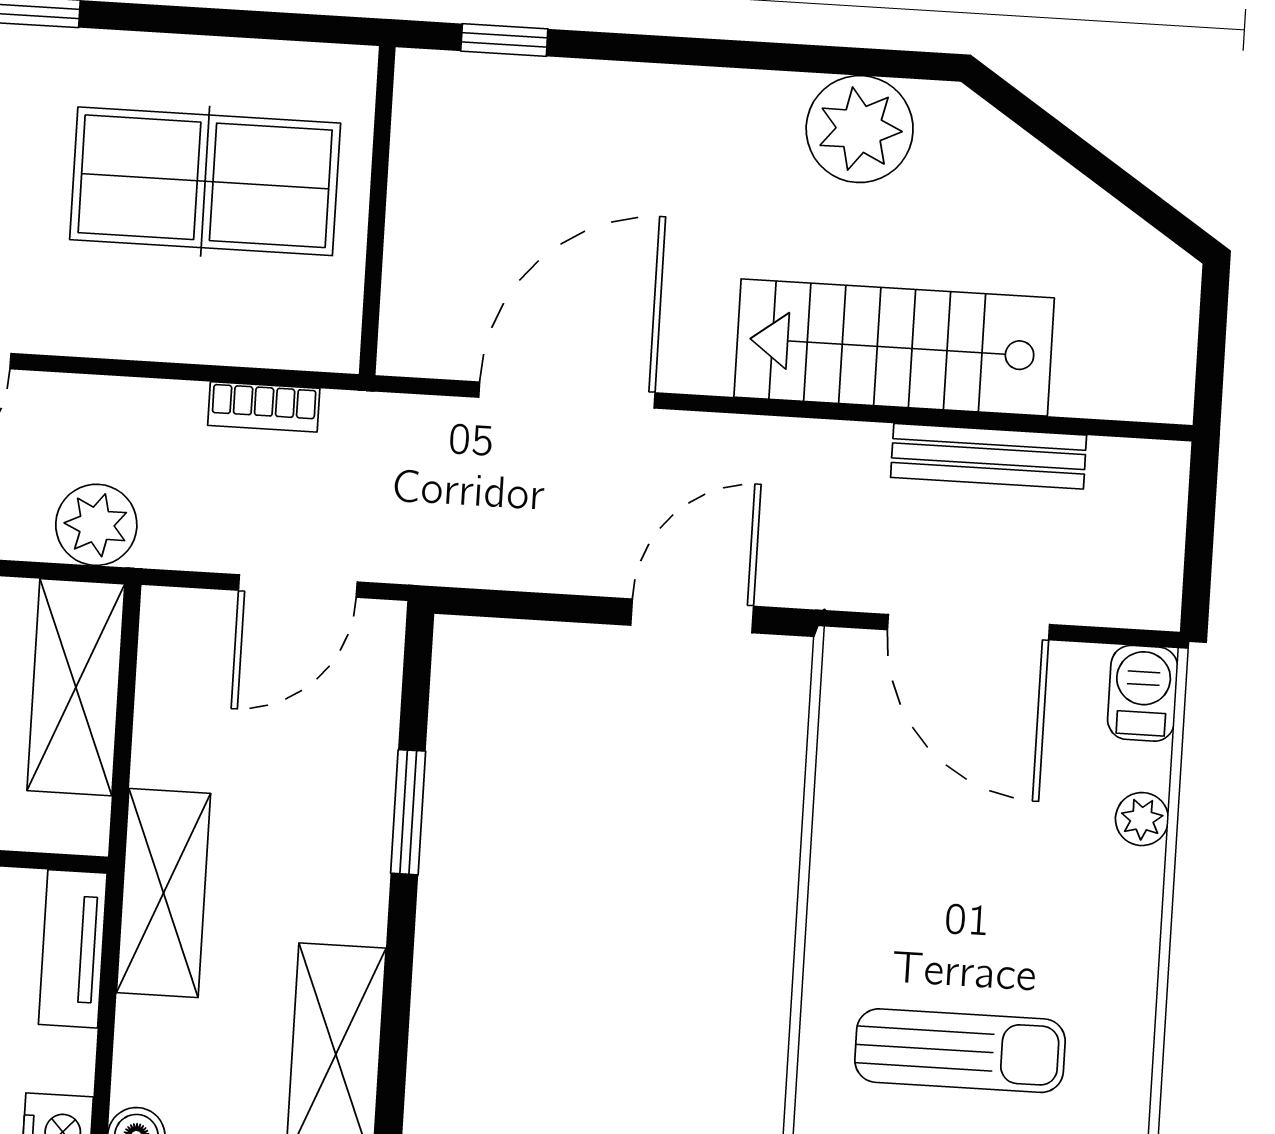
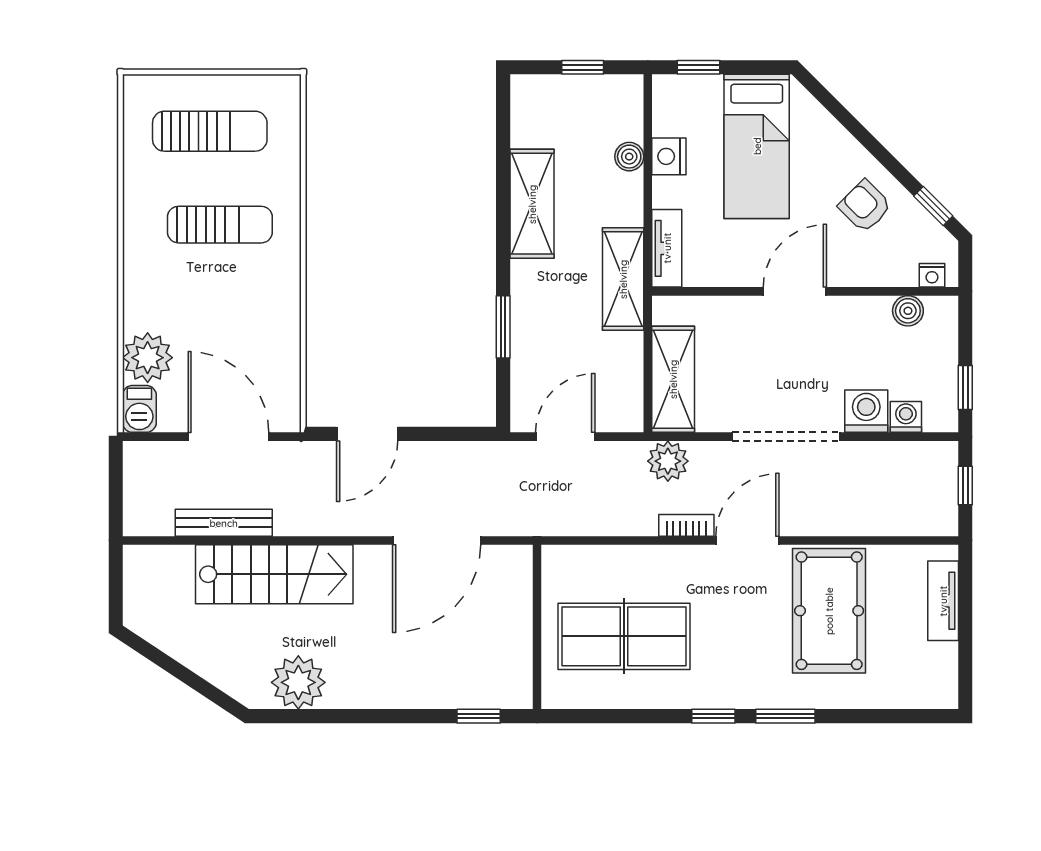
bookcase: (264, 407) -> (686, 525), moved
plant: (1142, 819) -> (148, 358), width x1.87, depth x1.87
sun lounger: (960, 1051) -> (220, 225), turned 180

